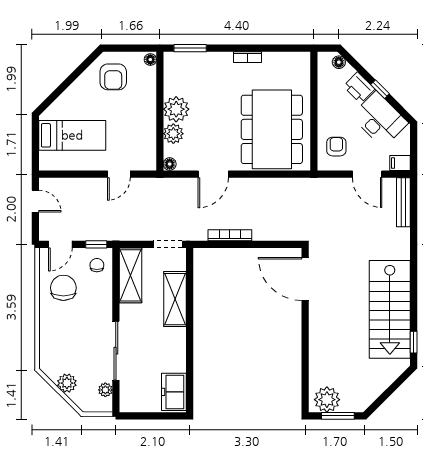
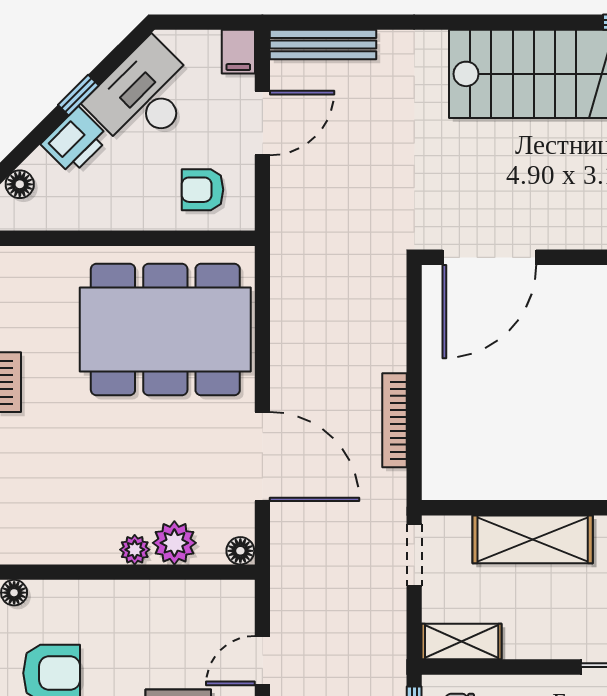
plant: (176, 109) -> (135, 550), width x0.53, depth x0.53
door: (119, 174) -> (262, 661), swing flipped
door: (213, 174) -> (262, 457), width x1.36
shelving: (131, 275) -> (462, 641), width x0.67, depth x0.75

